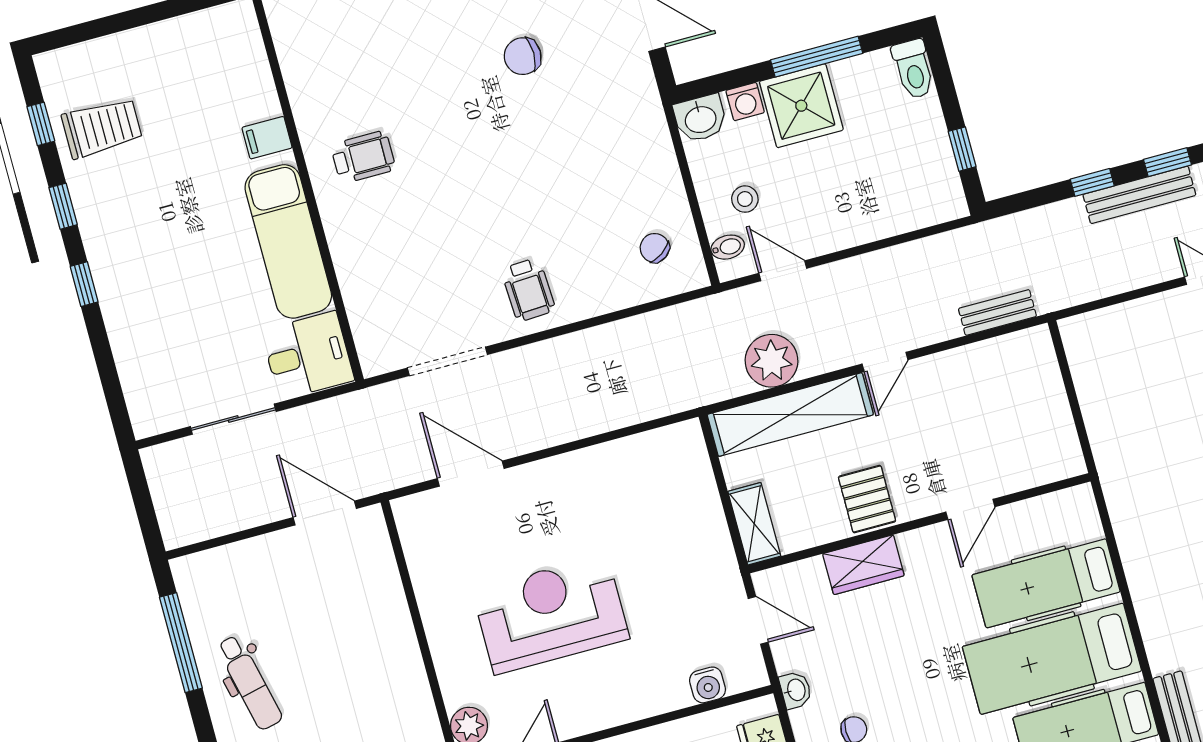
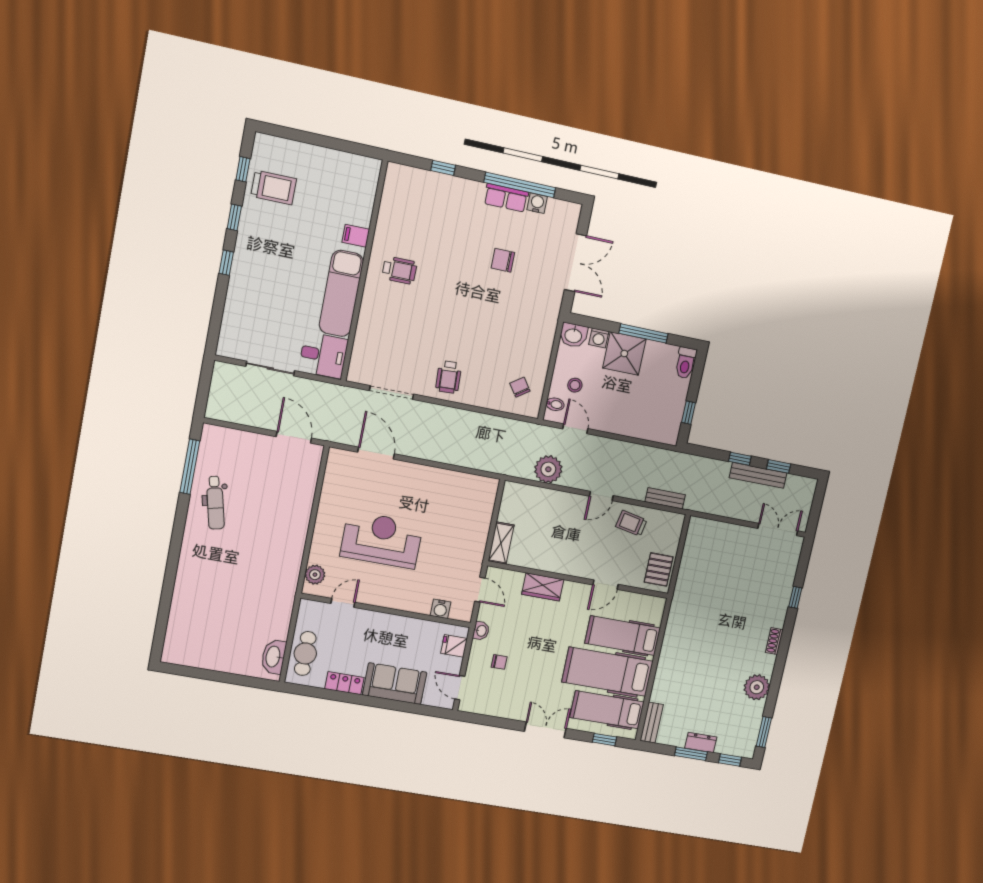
trolley: (961, 383) -> (631, 523), added
shelving: (790, 415) -> (544, 499), removed
pallet: (867, 499) -> (659, 569), moved

